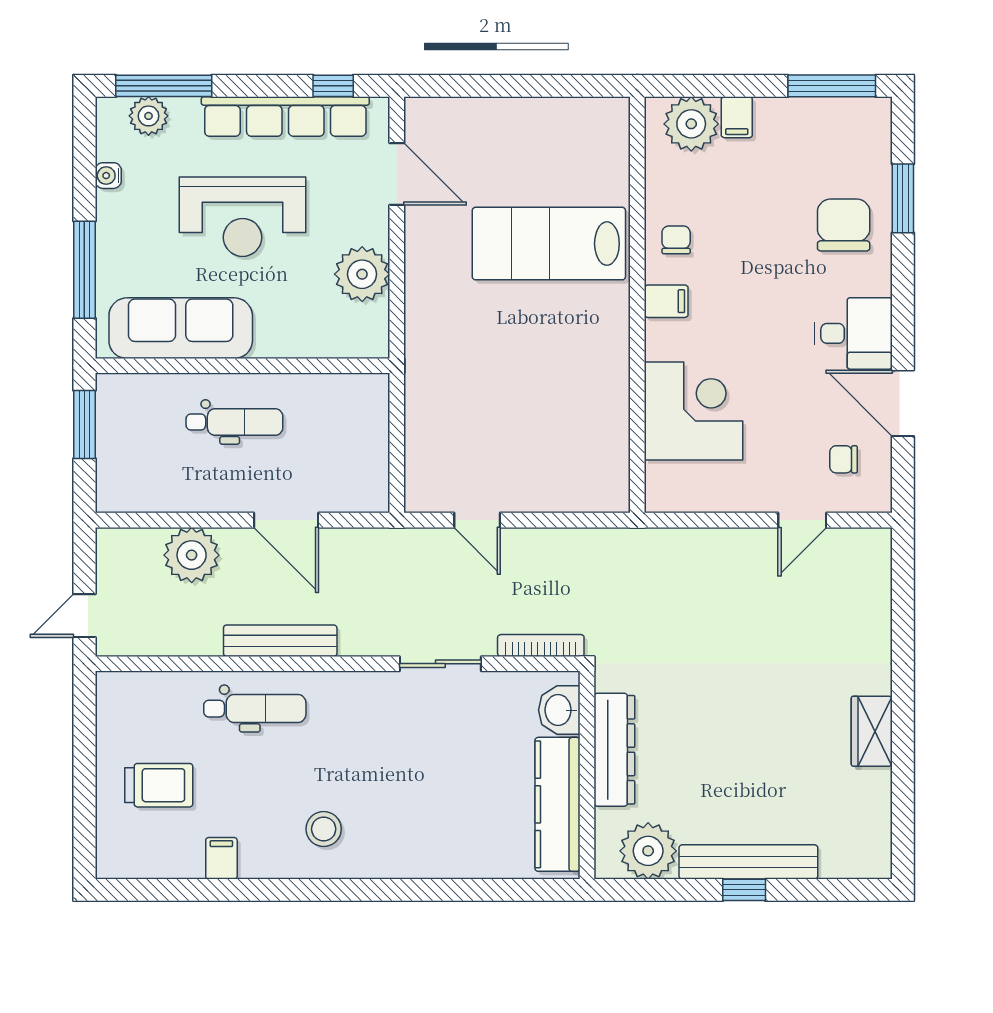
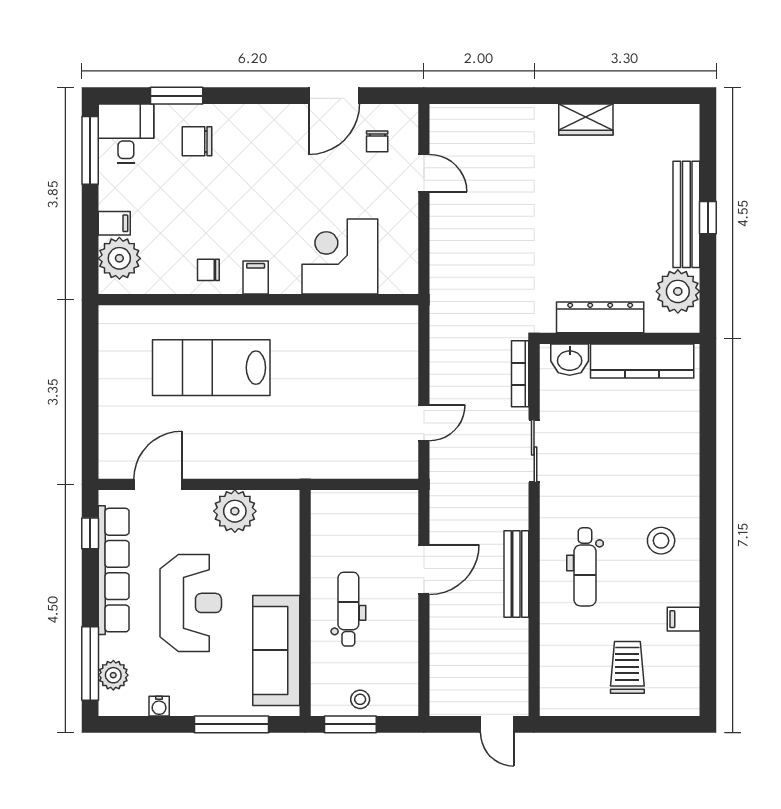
chair: (844, 225) -> (197, 141), width x0.73, depth x0.73
lab bench: (549, 244) -> (211, 368), turned 90
desk: (853, 333) -> (126, 134), moved
stool: (117, 437) -> (360, 699), added
plant: (192, 555) -> (451, 642), removed
dental chair: (255, 709) -> (585, 567), moved, turned 180

